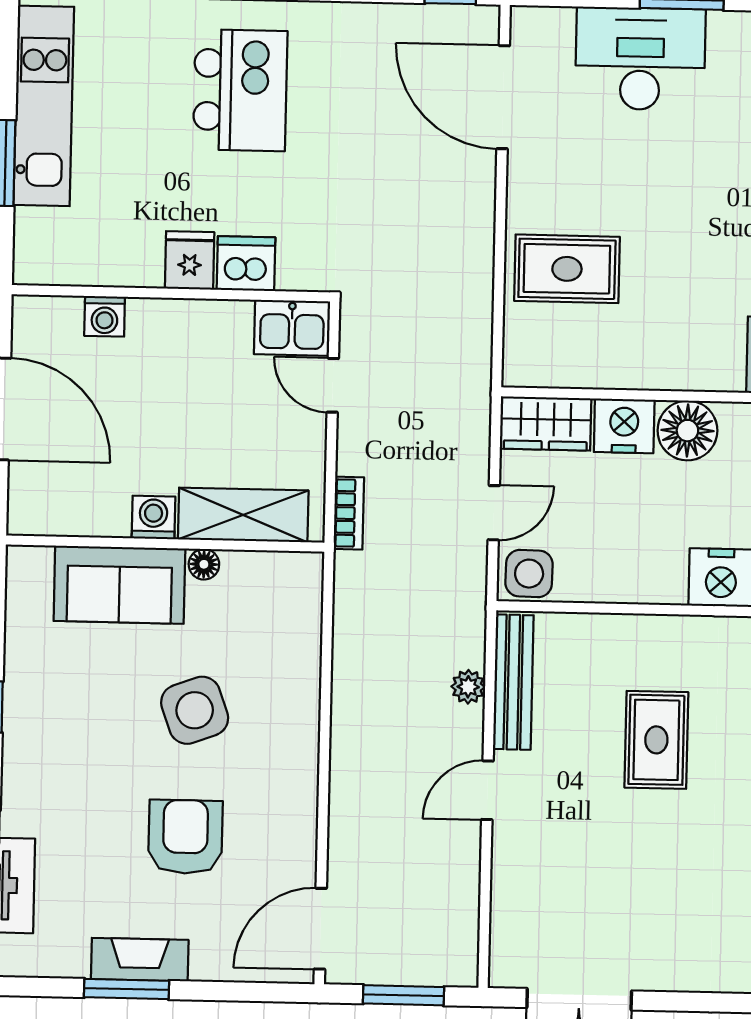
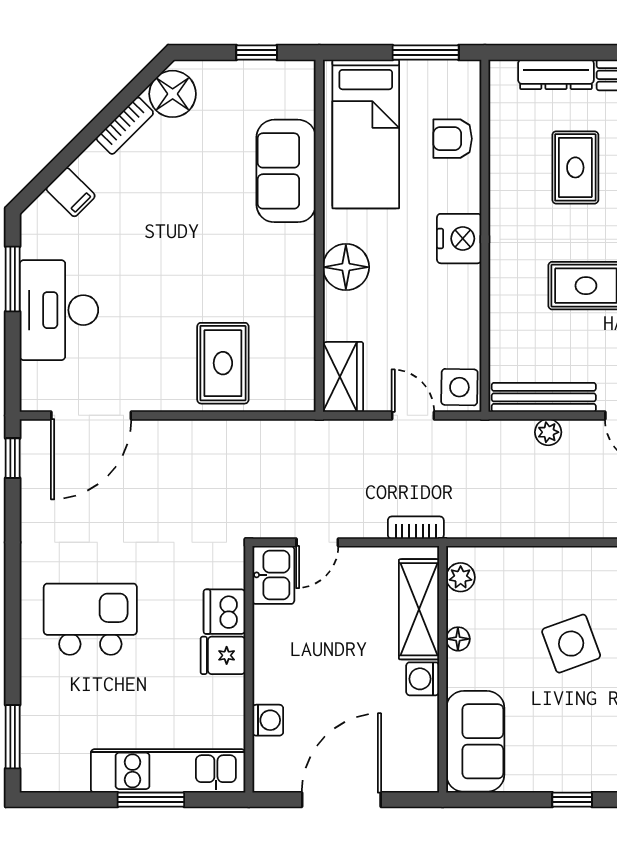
kitchen unit: (44, 106) -> (168, 771), moved
nightstand: (624, 426) -> (344, 316), removed
plant: (283, 569) -> (461, 577), added
sofa: (119, 585) -> (475, 741), moved

